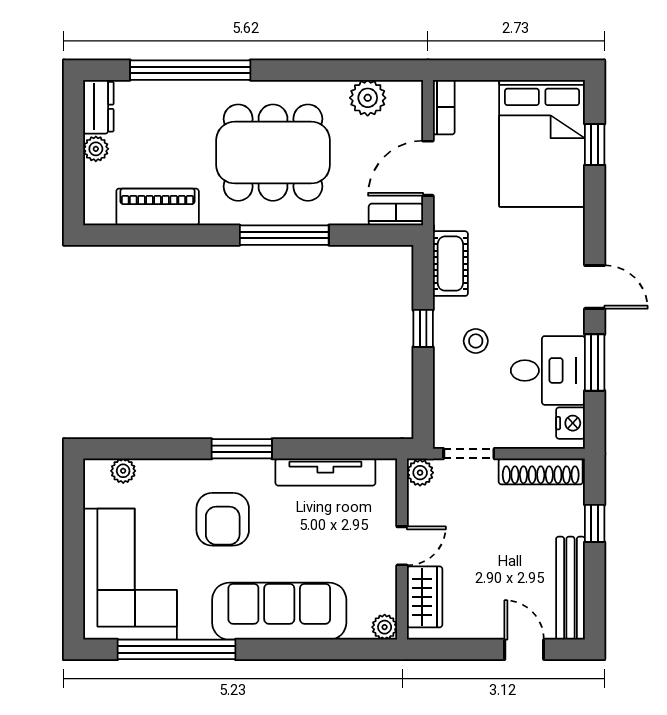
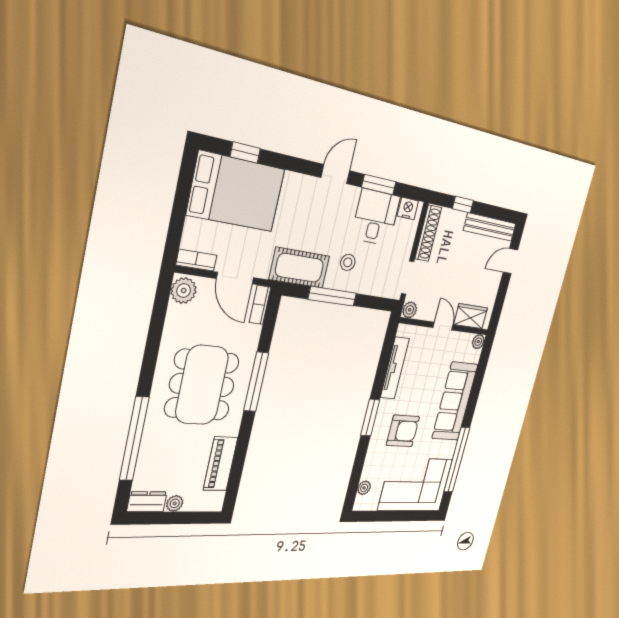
plant: (368, 98) -> (184, 291), moved
cot: (450, 264) -> (299, 268), width x1.37, depth x1.34
window: (423, 328) -> (332, 296), width x2.17

